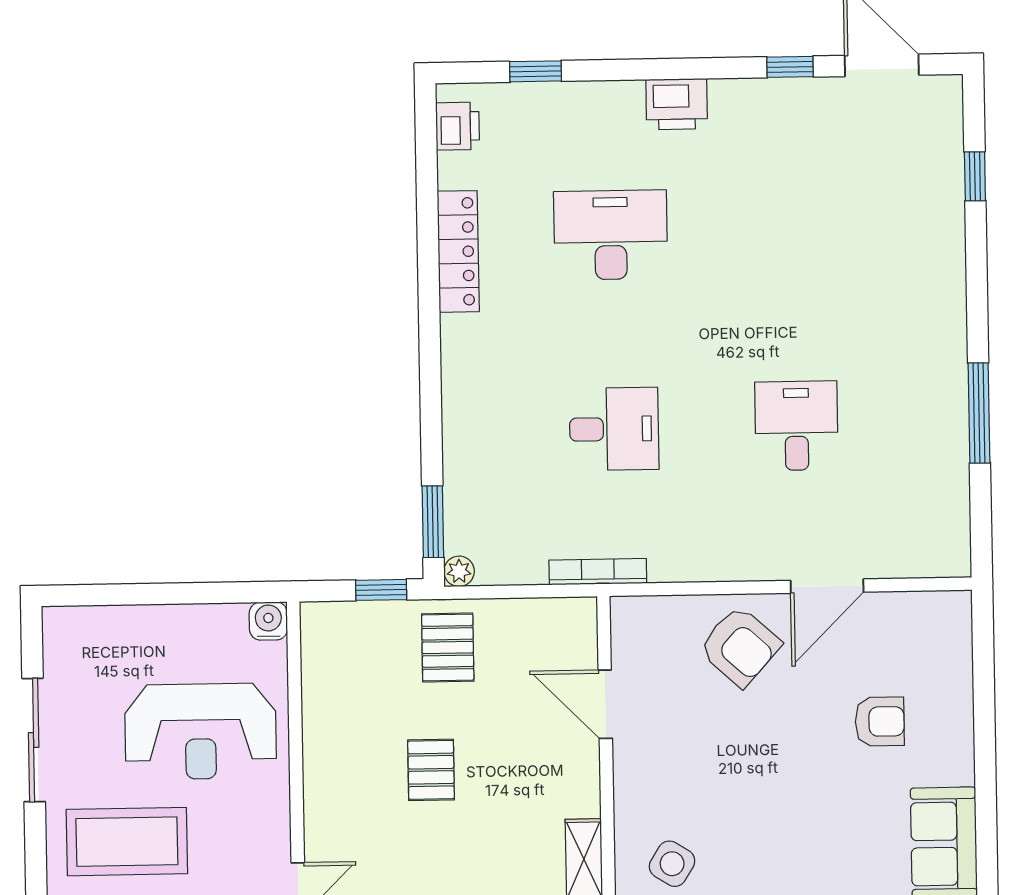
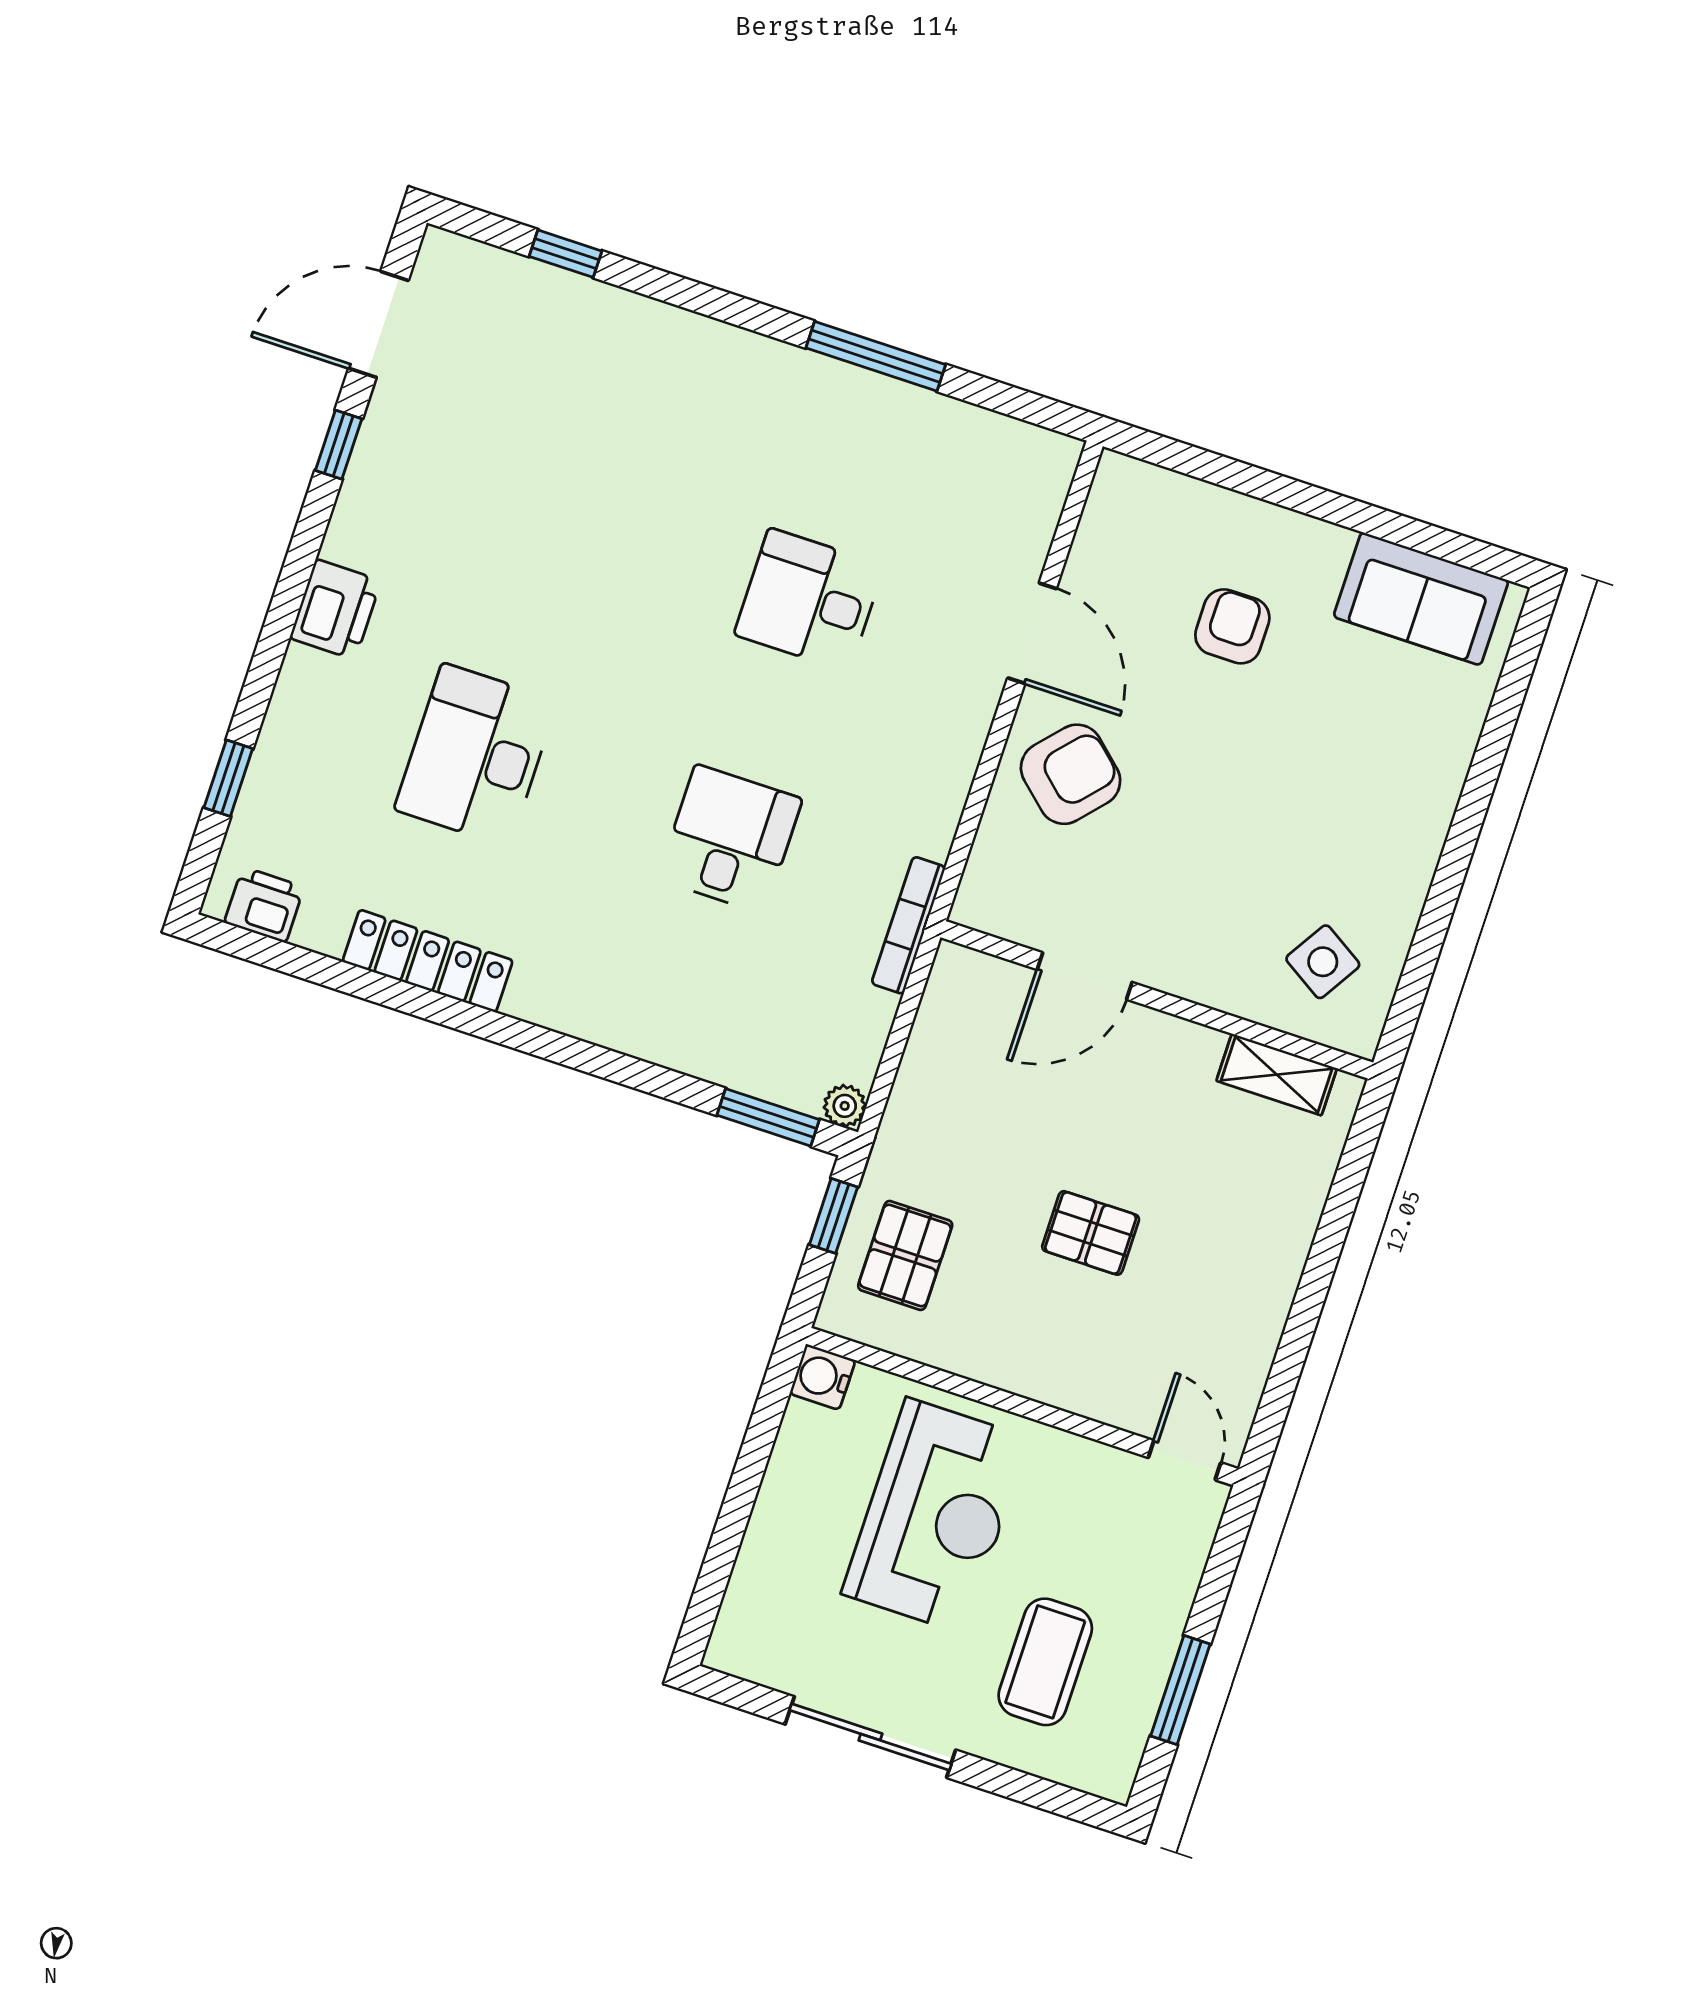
pallet: (448, 648) -> (905, 1255), moved, turned 90
coffee table: (127, 842) -> (1045, 1662), width x0.73, depth x0.76

